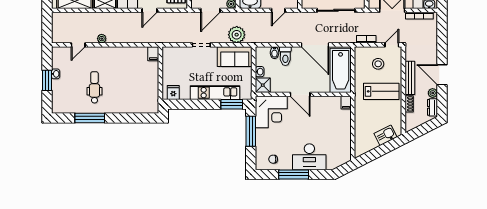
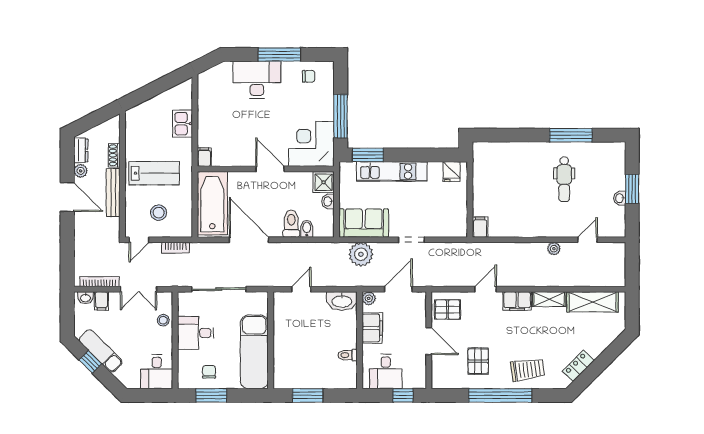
lab bench: (381, 91) -> (154, 173), turned 180
kitchen sink: (386, 135) -> (183, 124), moved, turned 117

